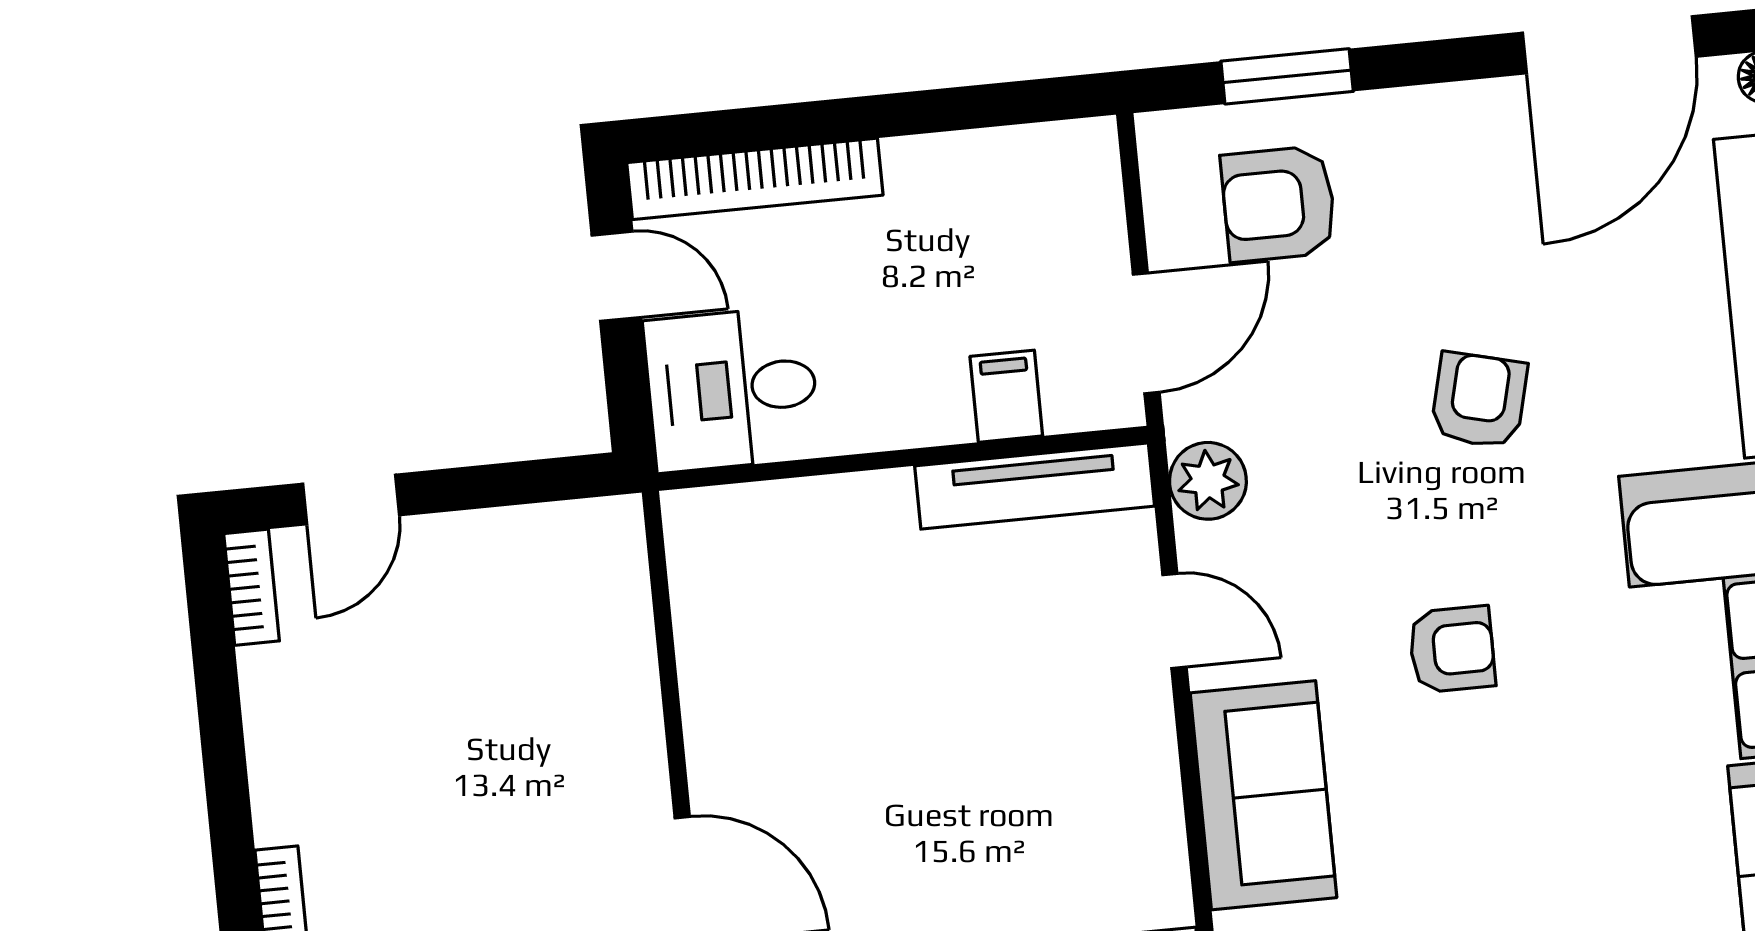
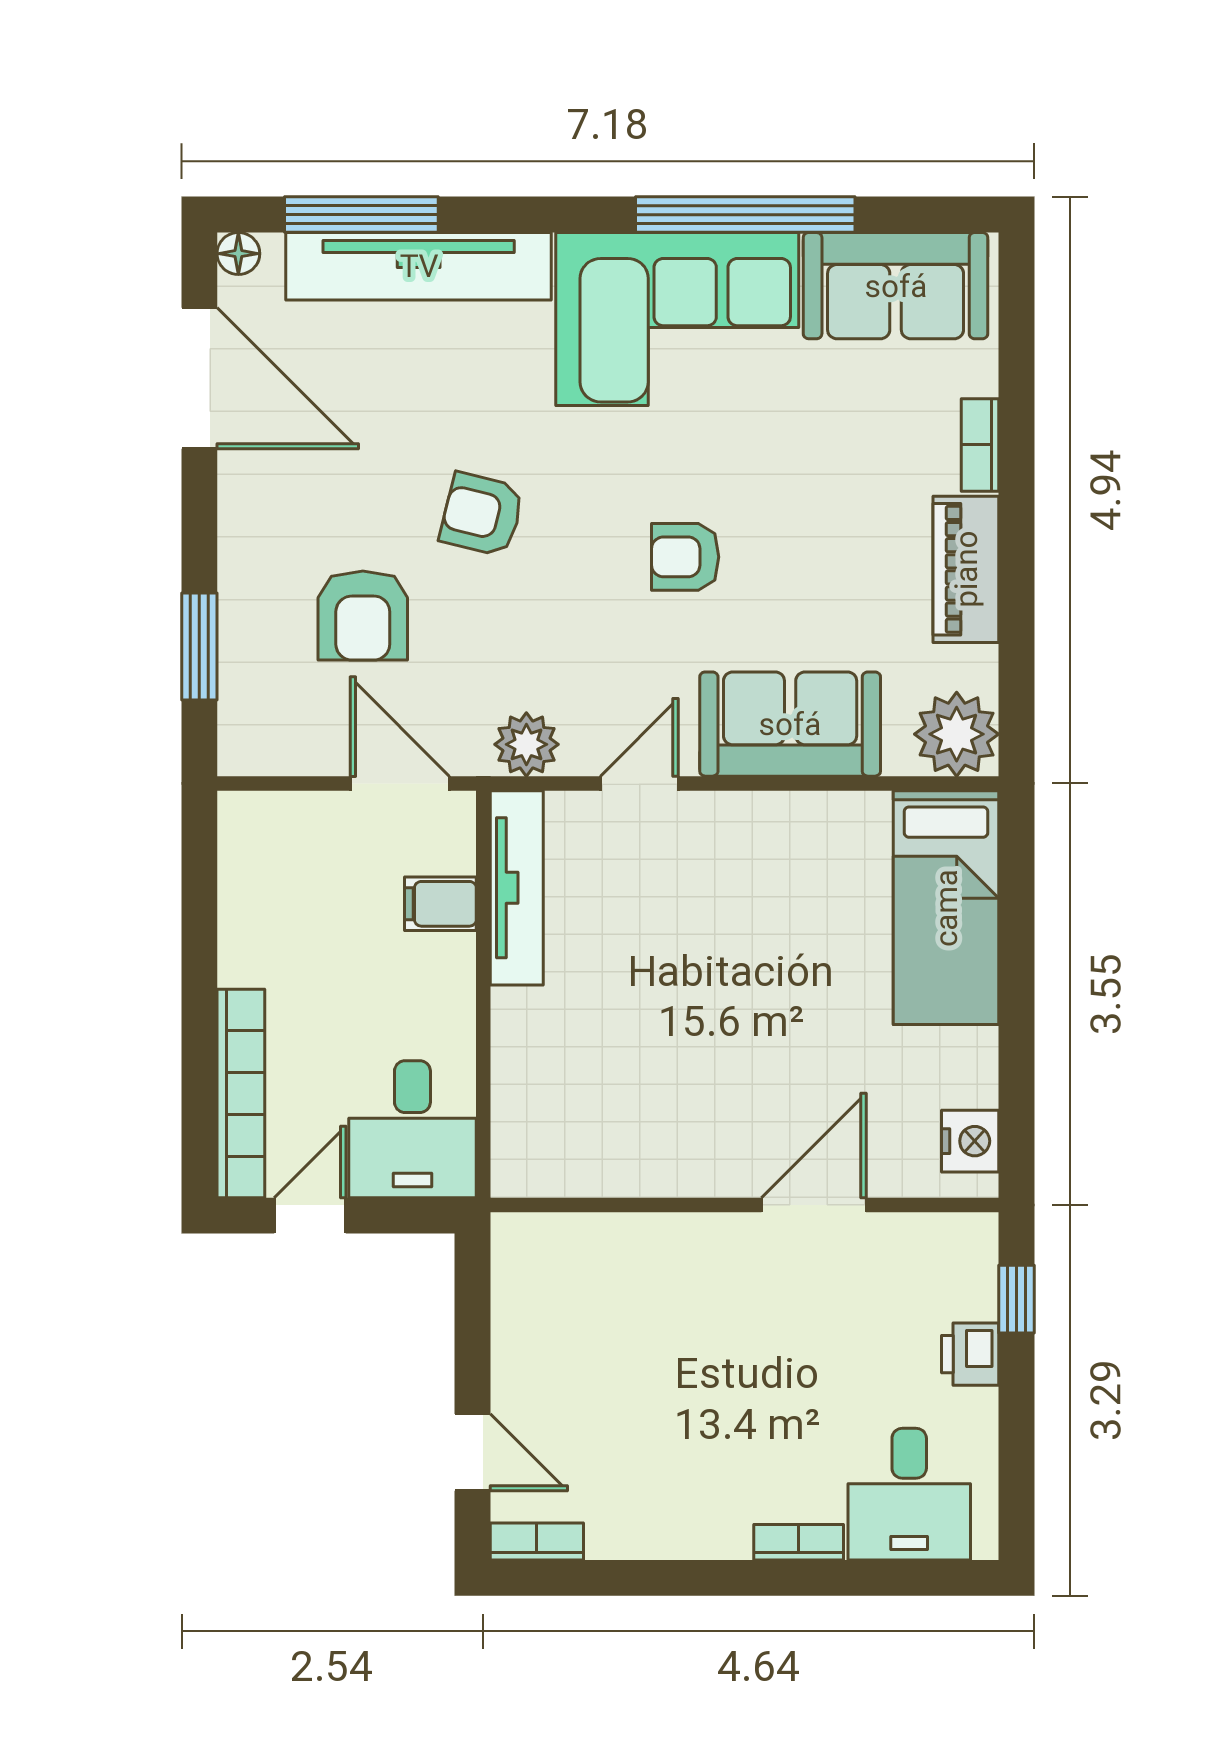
armchair: (1279, 204) -> (363, 616), moved
armchair: (1452, 649) -> (685, 557), turned -90

